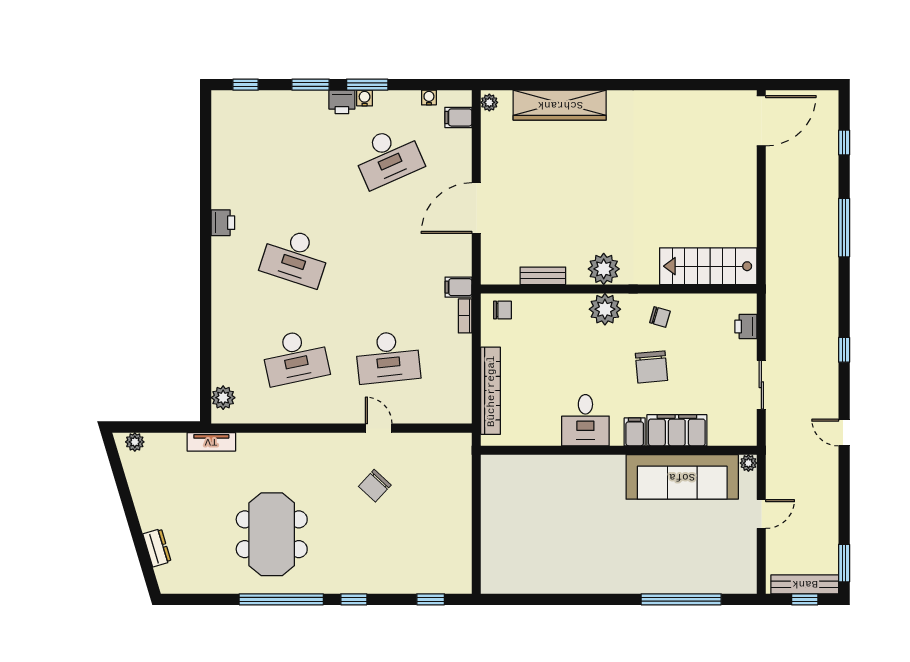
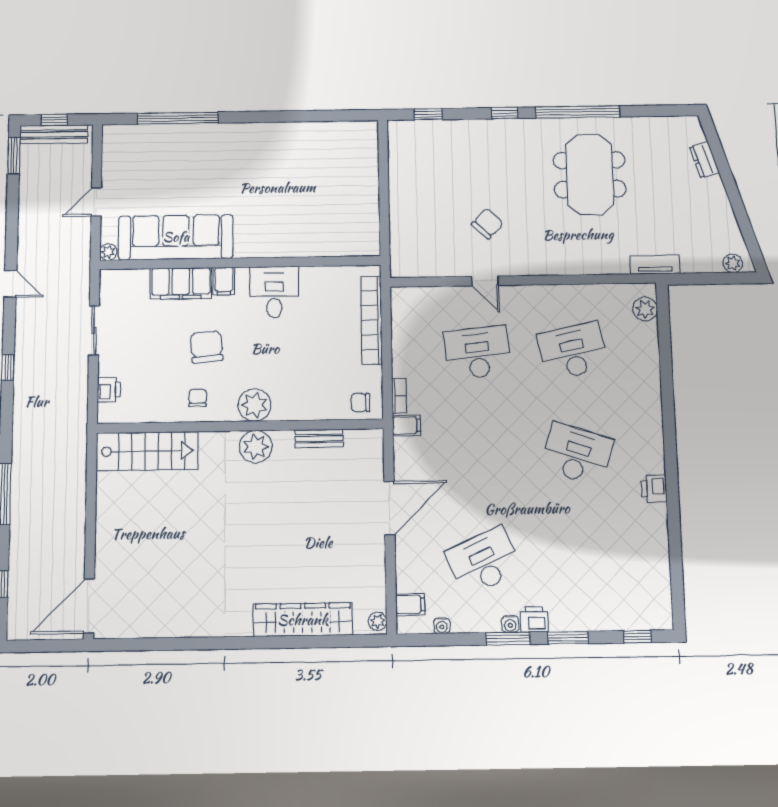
chair: (660, 317) -> (198, 398), turned 74

